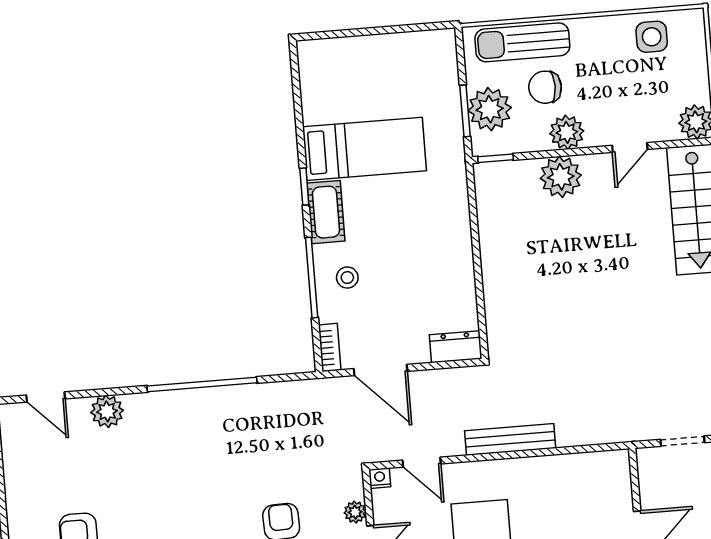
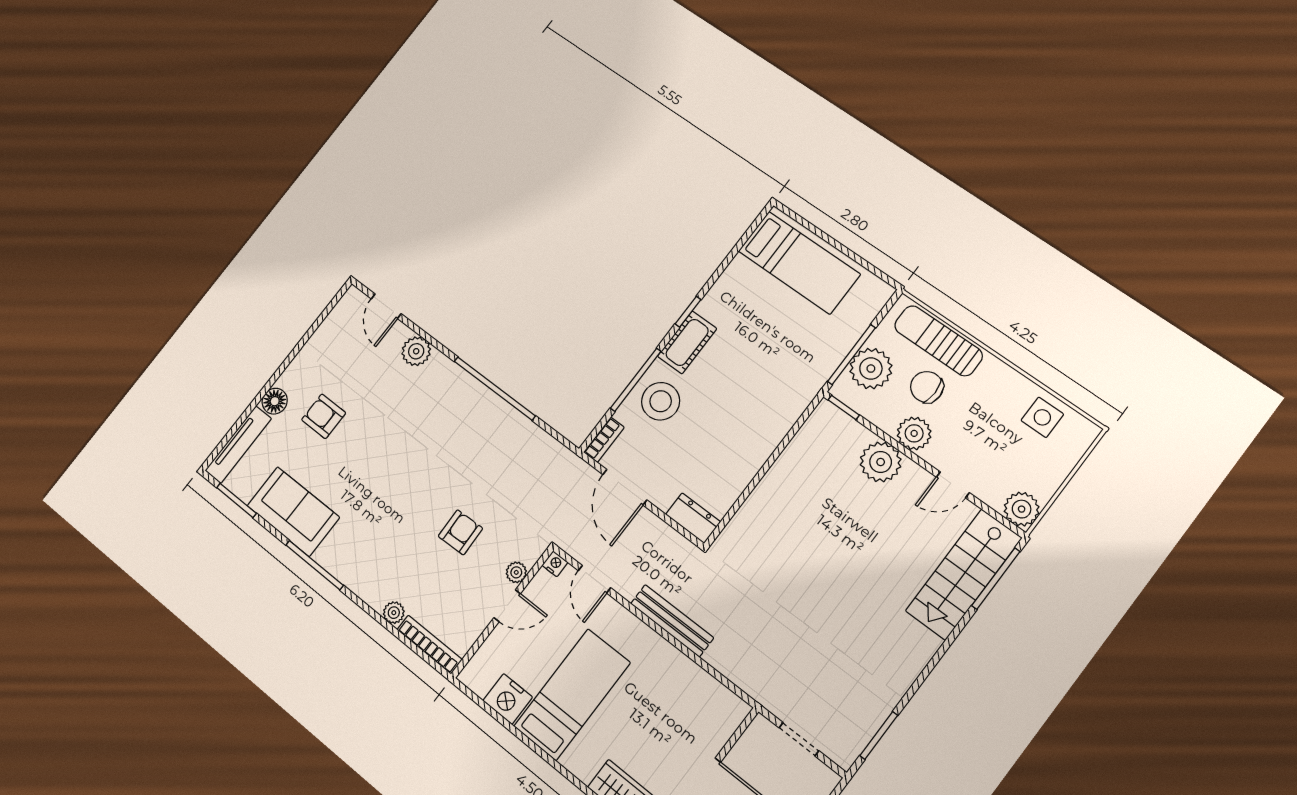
window: (465, 111) -> (852, 355), width x1.44
bed: (364, 149) -> (799, 263), moved
stool: (347, 278) -> (661, 401), width x1.89, depth x1.89

